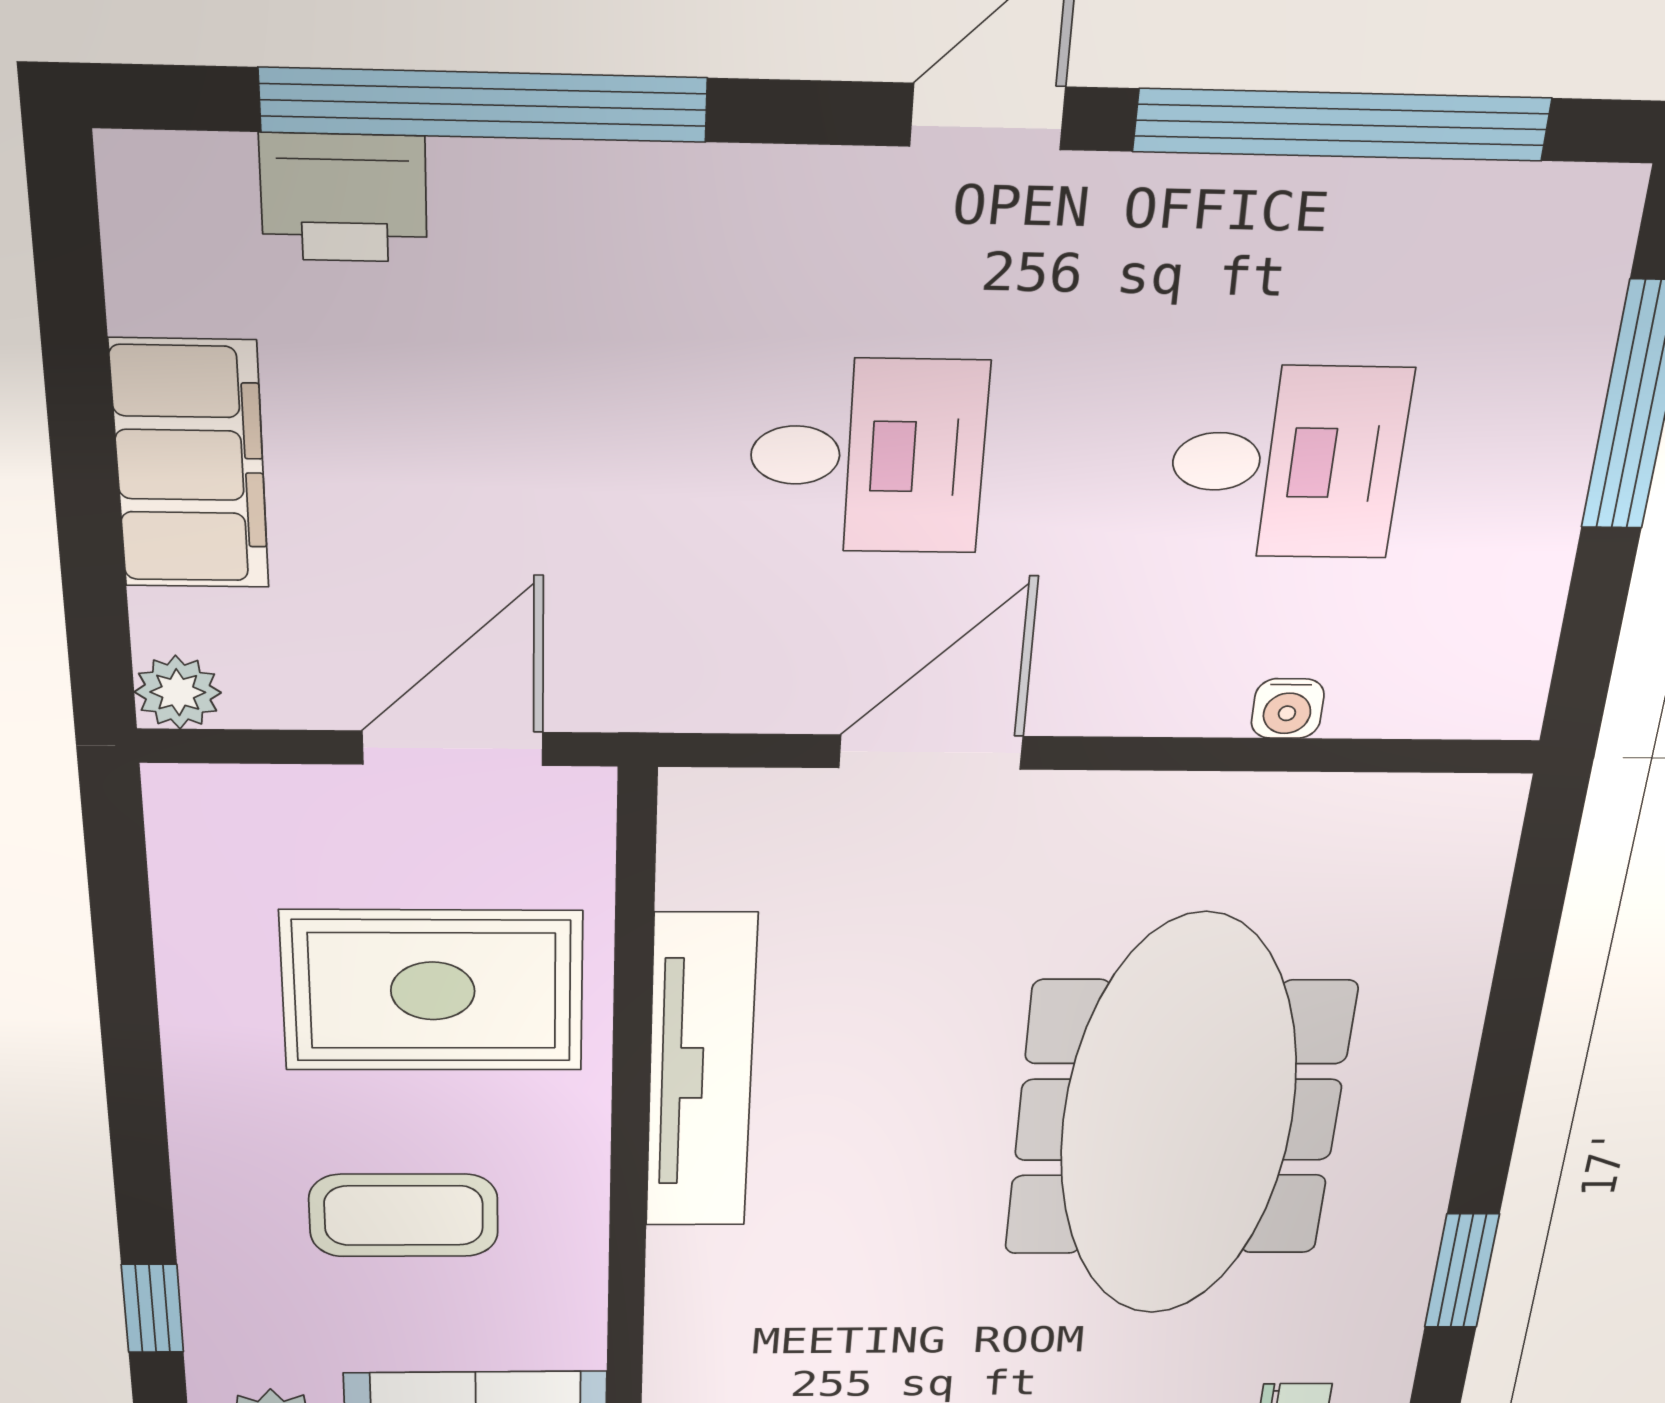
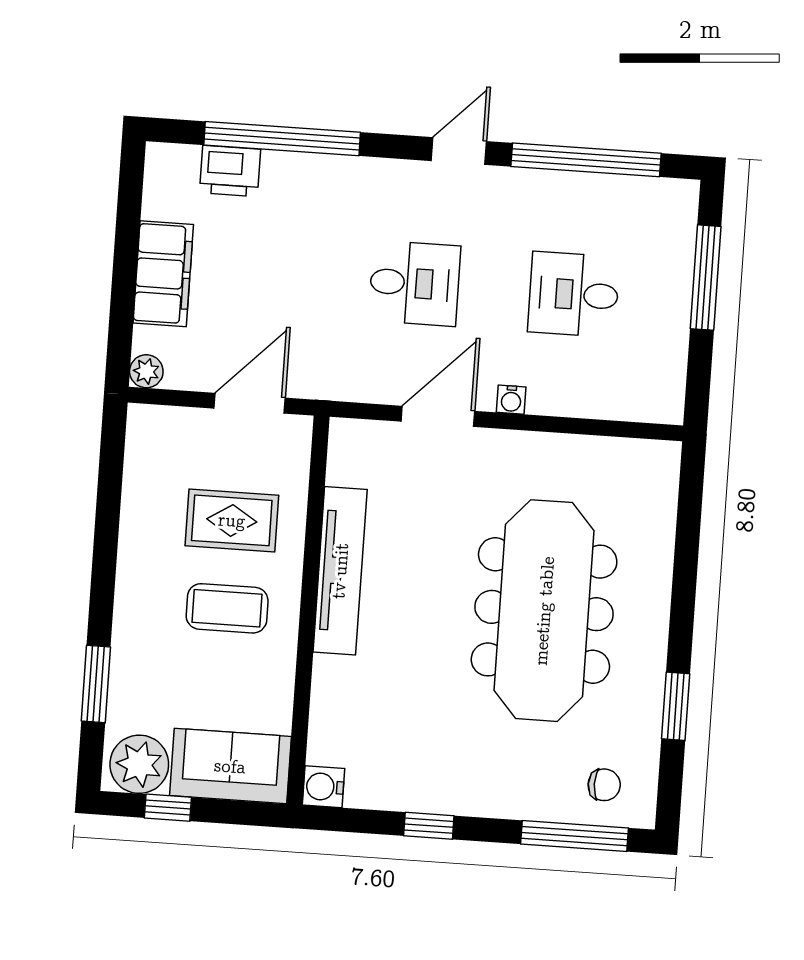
desk: (1287, 462) -> (574, 294), turned 180
water cooler: (1288, 709) -> (511, 400), moved
rug: (433, 991) -> (232, 520), width x0.73, depth x0.70
coffee table: (404, 1215) -> (227, 608), moved
window: (153, 1308) -> (96, 684), width x1.50

